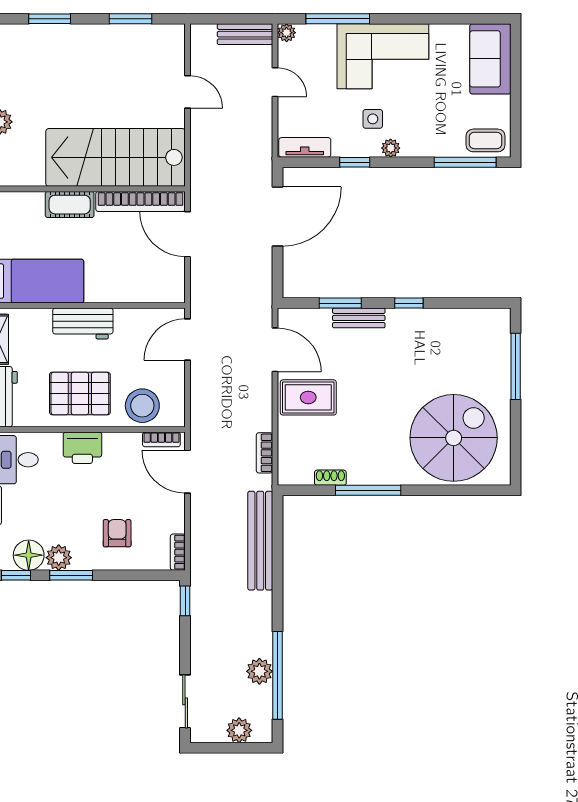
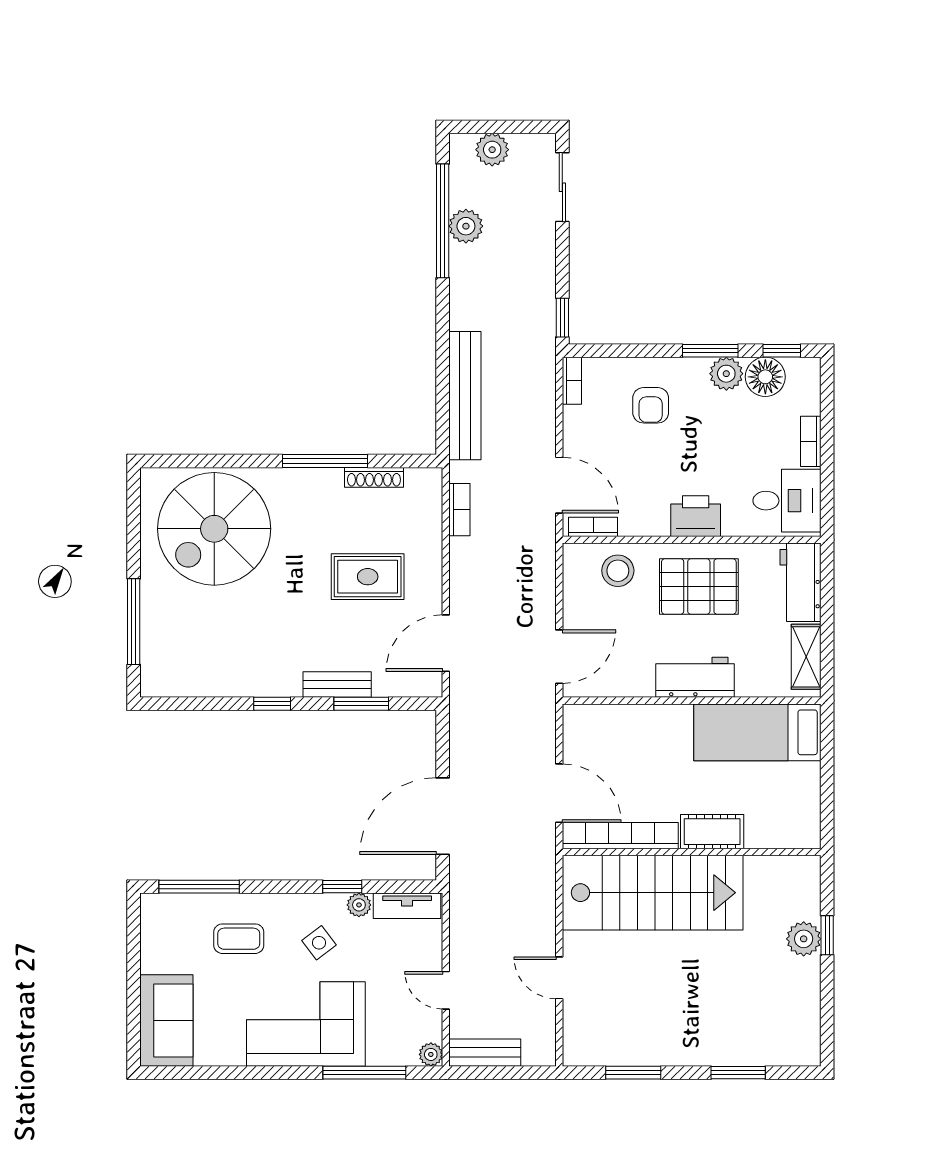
side table: (373, 119) -> (319, 943), turned -37
coffee table: (486, 140) -> (239, 939), moved
plant: (391, 148) -> (359, 905), moved
door: (275, 350) -> (446, 643), hinge flipped
rug: (308, 397) -> (368, 577), moved
stool: (142, 406) -> (618, 571), width x0.73, depth x0.73
shoe rack: (330, 478) -> (374, 477), width x1.43

